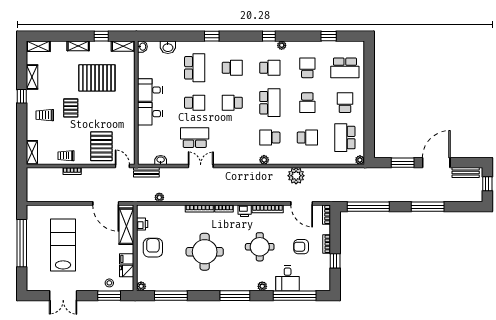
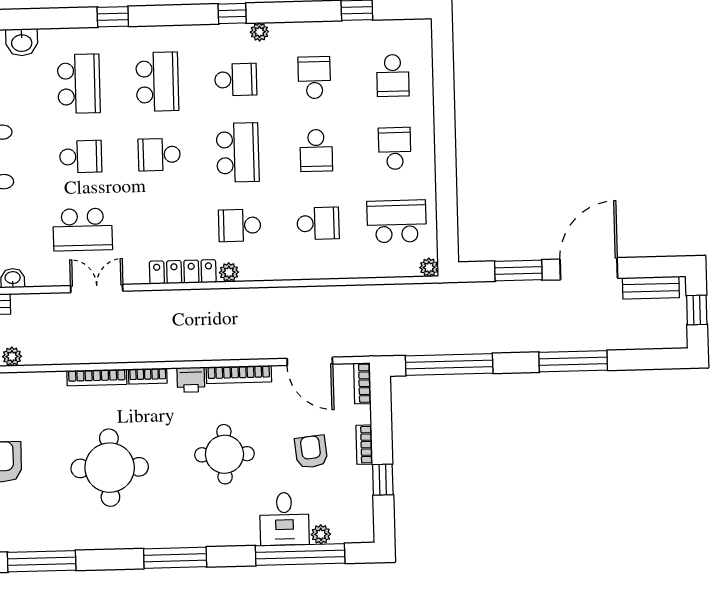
school desk: (232, 68) -> (157, 82), width x1.85
school desk: (345, 68) -> (393, 76), width x0.54
school desk: (195, 138) -> (83, 230), turned 180
school desk: (345, 138) -> (397, 221), turned 90
locker: (242, 159) -> (183, 272), added
plant: (296, 176) -> (297, 304), removed
armchair: (301, 247) -> (311, 452), turned 84
plant: (262, 286) -> (321, 534), moved

